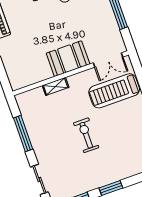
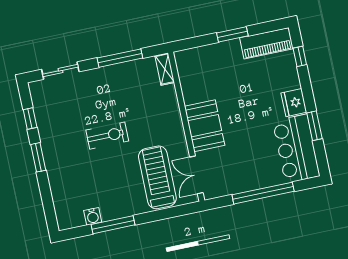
shelving: (56, 86) -> (165, 69), moved

